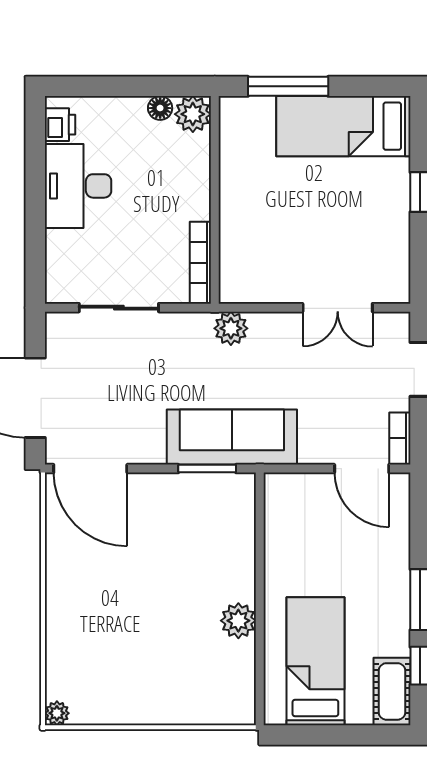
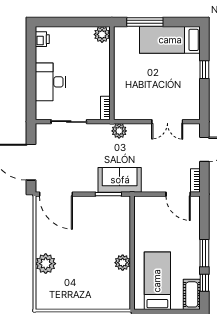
floor lamp: (160, 108) -> (87, 32), removed
desk: (78, 186) -> (50, 82), moved
bookcase: (200, 263) -> (105, 108), width x0.64
sofa: (232, 437) -> (120, 180), width x0.73
plant: (57, 713) -> (46, 264), moved, width x1.87, depth x1.87

